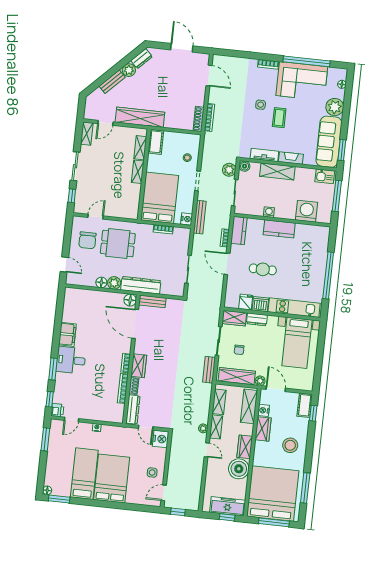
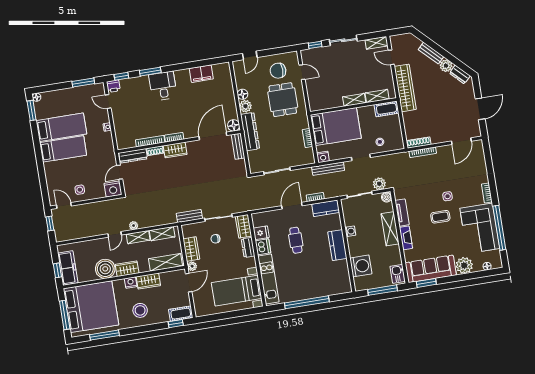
filing cabinet: (67, 334) -> (201, 74), moved
wardrobe: (237, 376) -> (191, 249), width x0.67
nightstand: (264, 410) -> (131, 283), moved
bed: (112, 478) -> (63, 149), width x0.67

